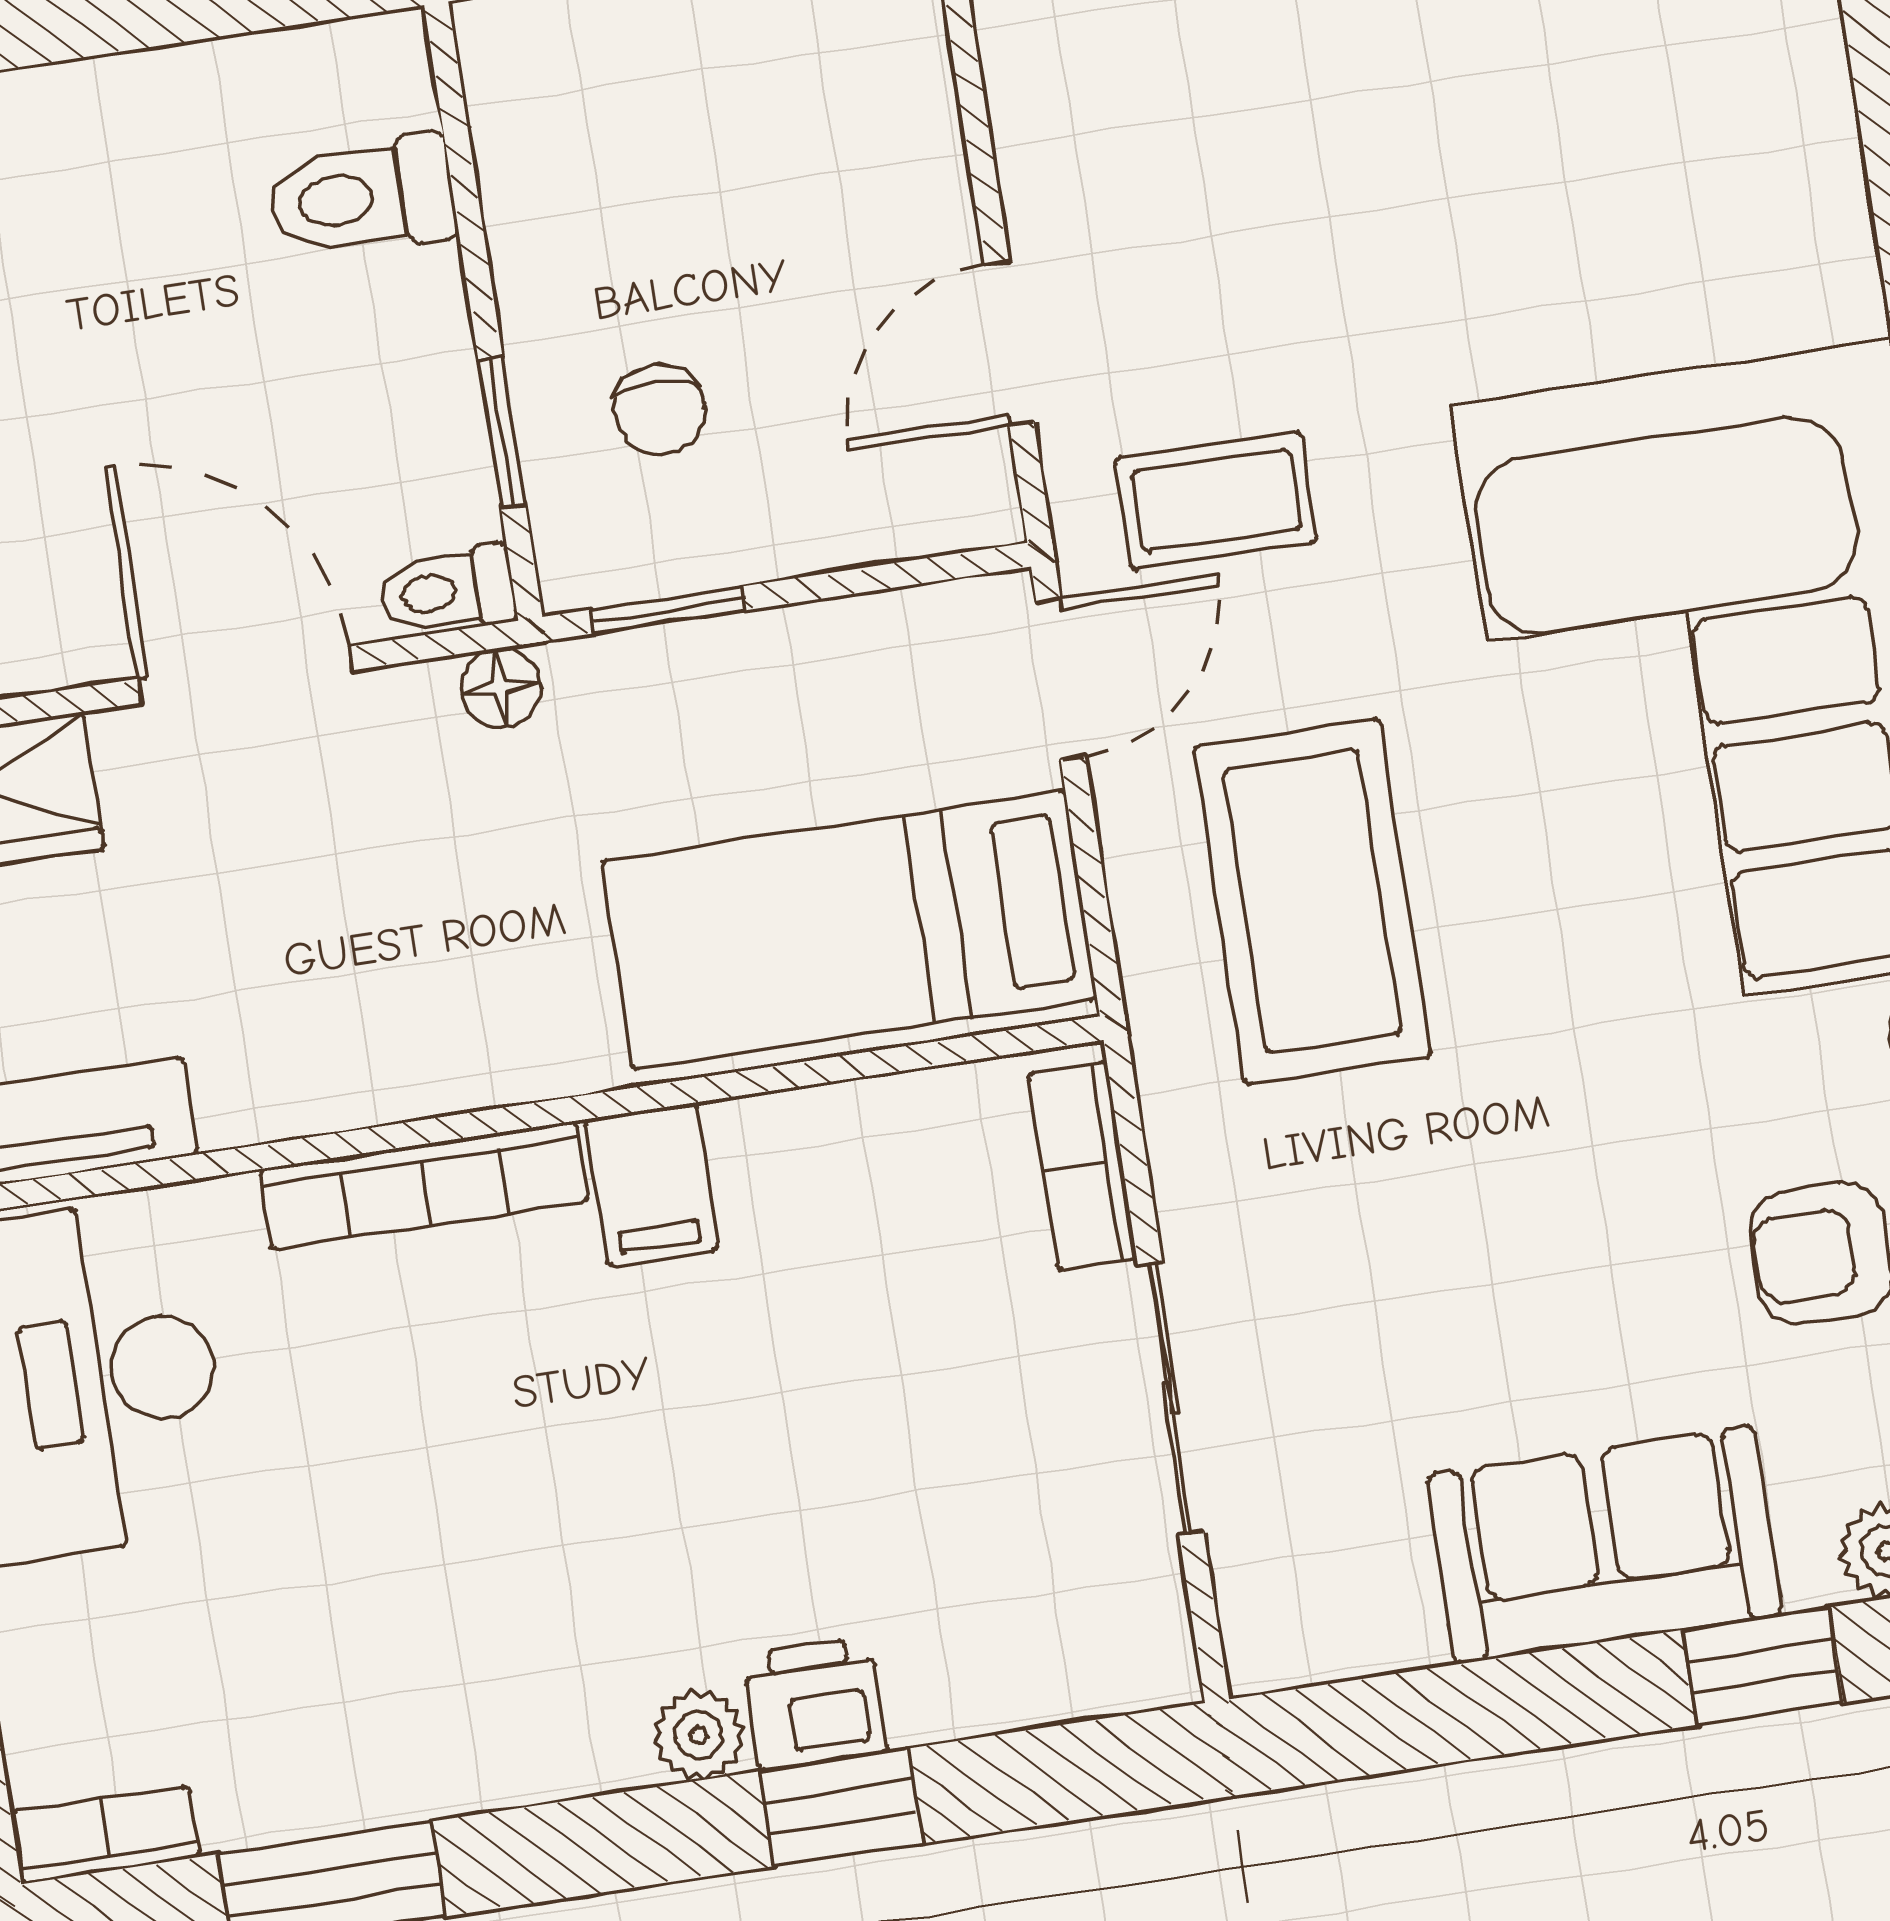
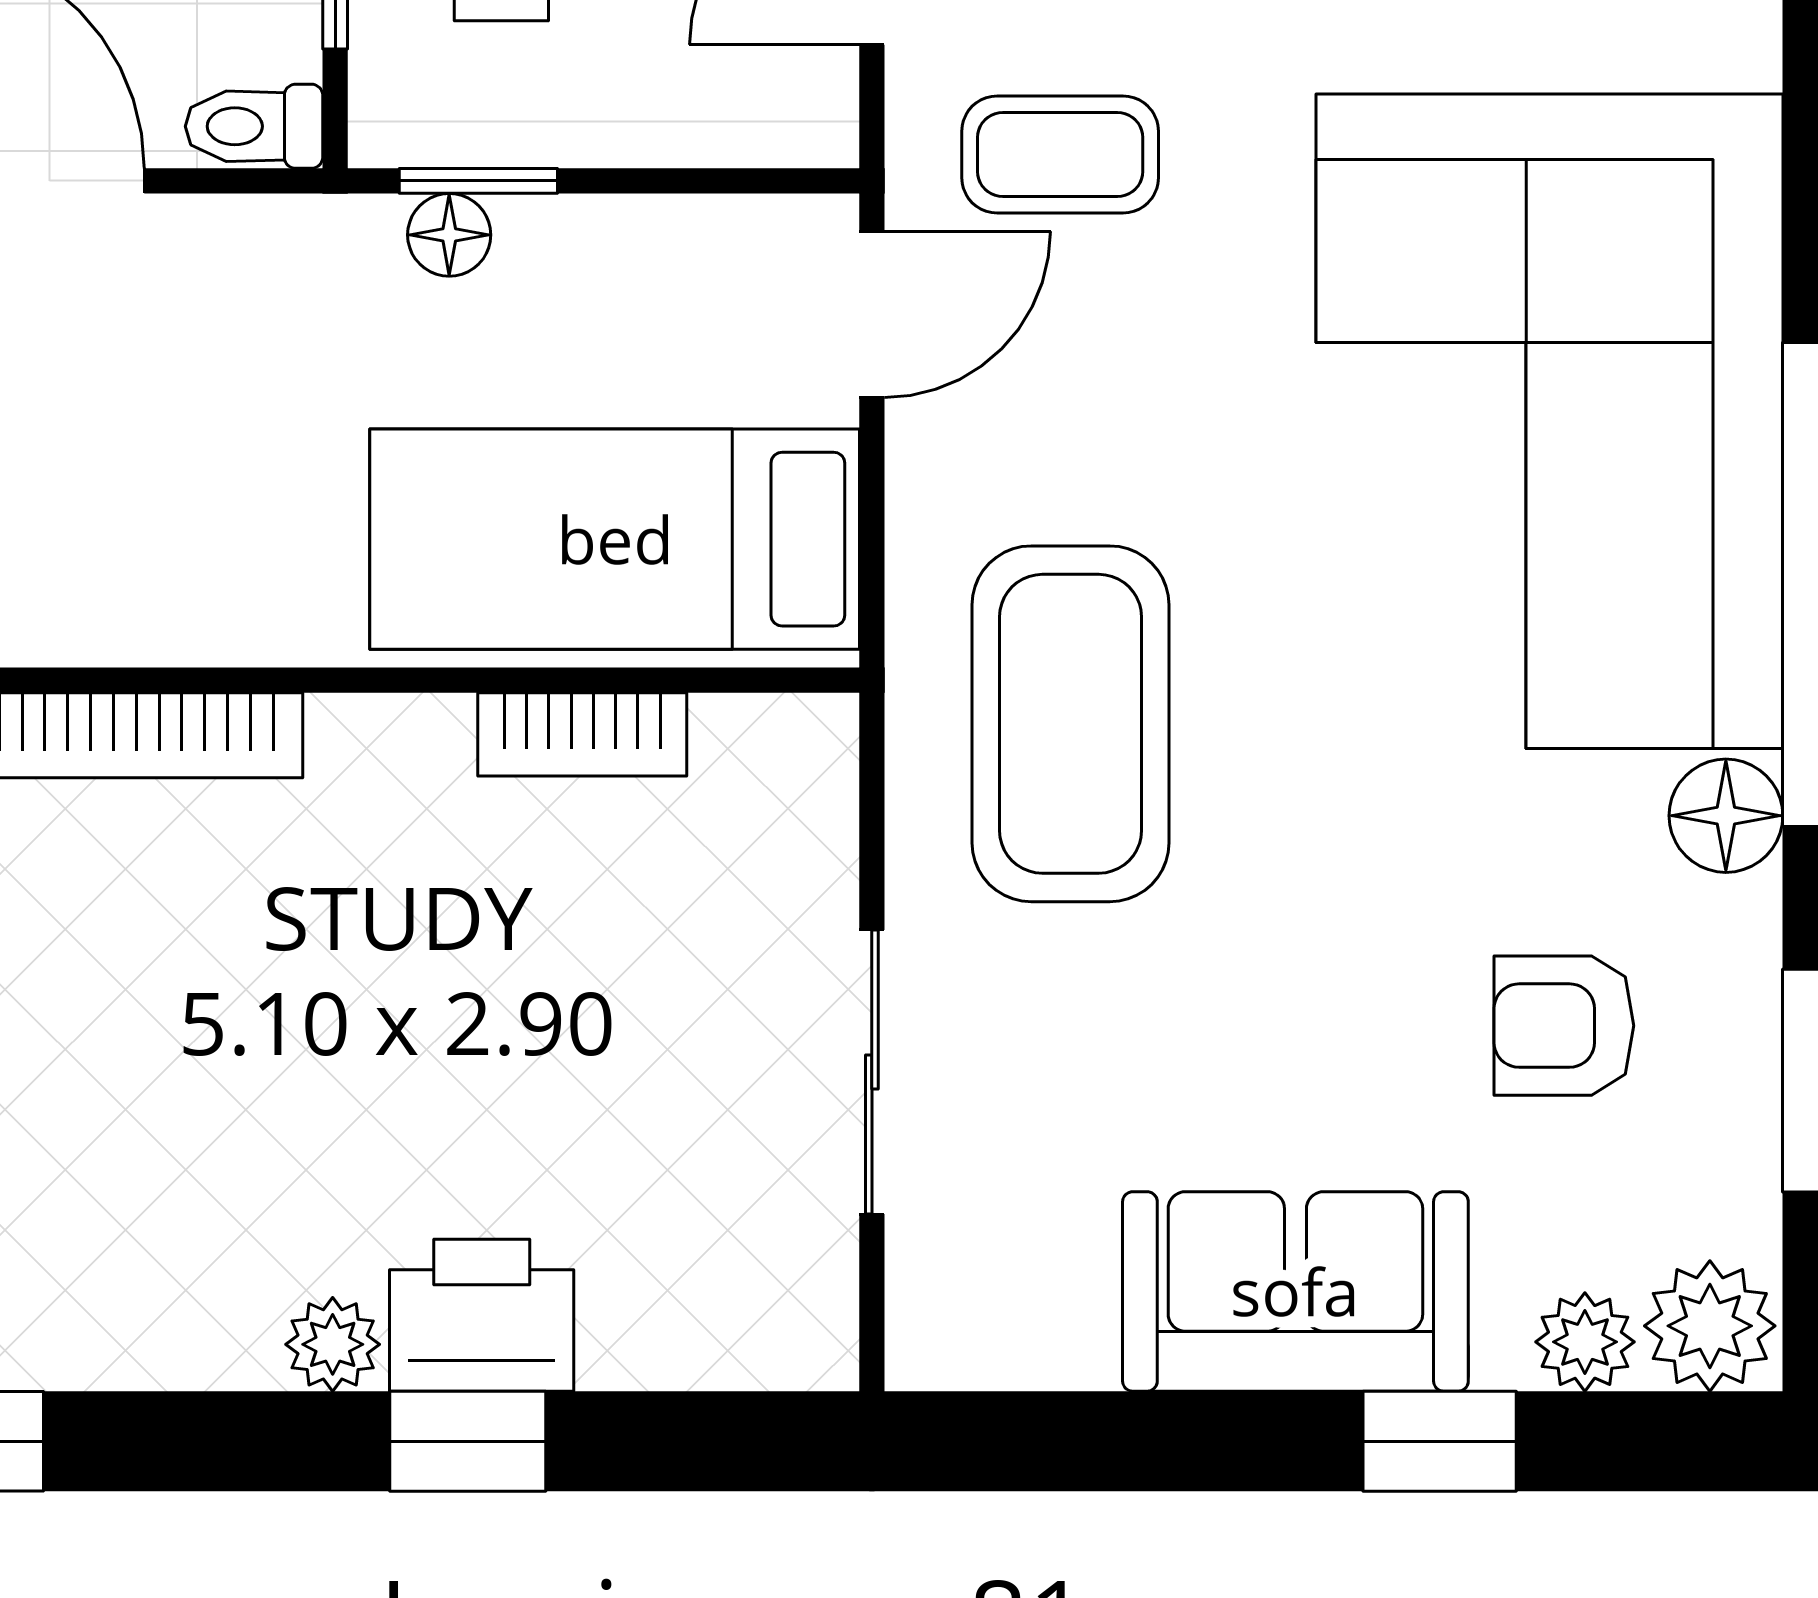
floor lamp: (501, 688) -> (449, 235), moved
coffee table: (1312, 901) -> (1071, 724), moved
bookcase: (1082, 1166) -> (582, 734), moved, turned -90
filing cabinet: (652, 1185) -> (371, 770), removed
printer: (815, 1703) -> (482, 1315), width x1.36, depth x1.24

